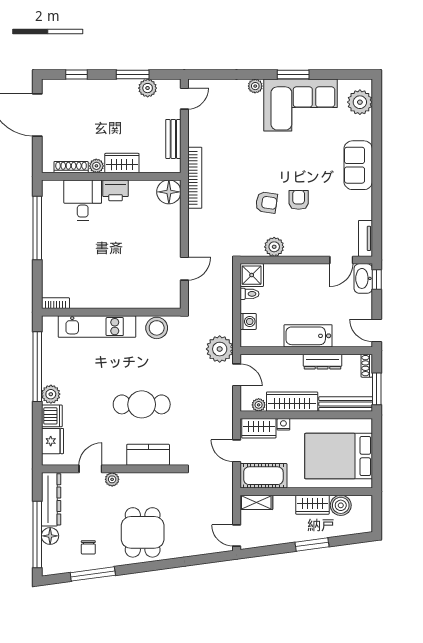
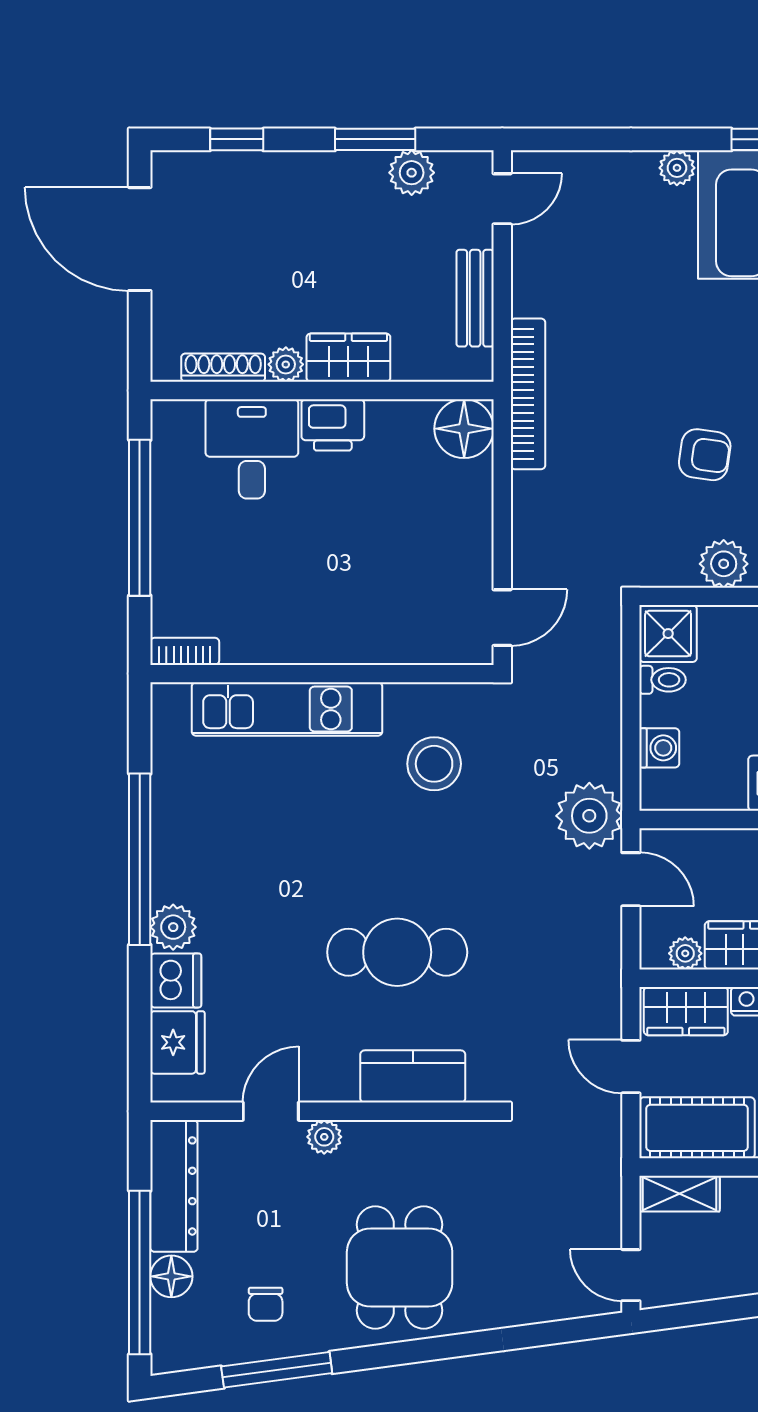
bookcase: (55, 303) -> (185, 651), moved
wall: (111, 312) -> (322, 674), moved
kitchen unit: (97, 327) -> (287, 709), moved

